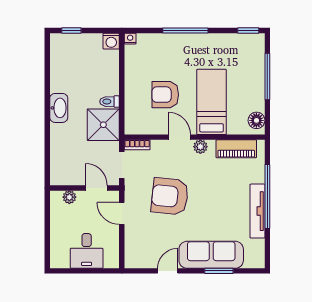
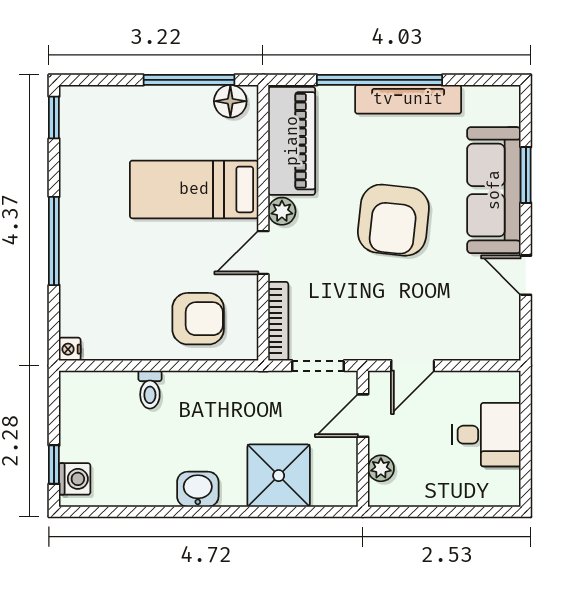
washing machine: (111, 41) -> (75, 479), moved
window: (267, 77) -> (189, 80), moved
armchair: (165, 95) -> (198, 319), moved, turned -90
toilet: (110, 102) -> (150, 390), moved
washbasin: (59, 108) -> (198, 489), width x0.72
shower: (103, 125) -> (279, 476), moved
bookcase: (137, 145) -> (278, 321), width x1.56
piano: (236, 149) -> (292, 141), width x1.37, depth x1.33
armchair: (170, 196) -> (393, 220), moved

